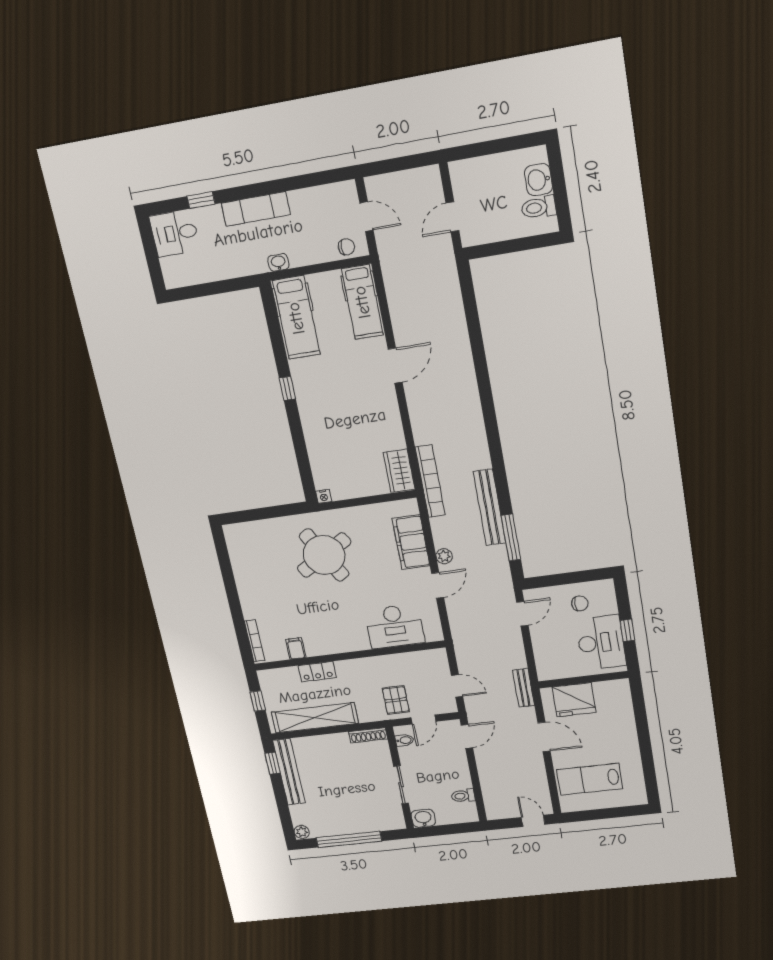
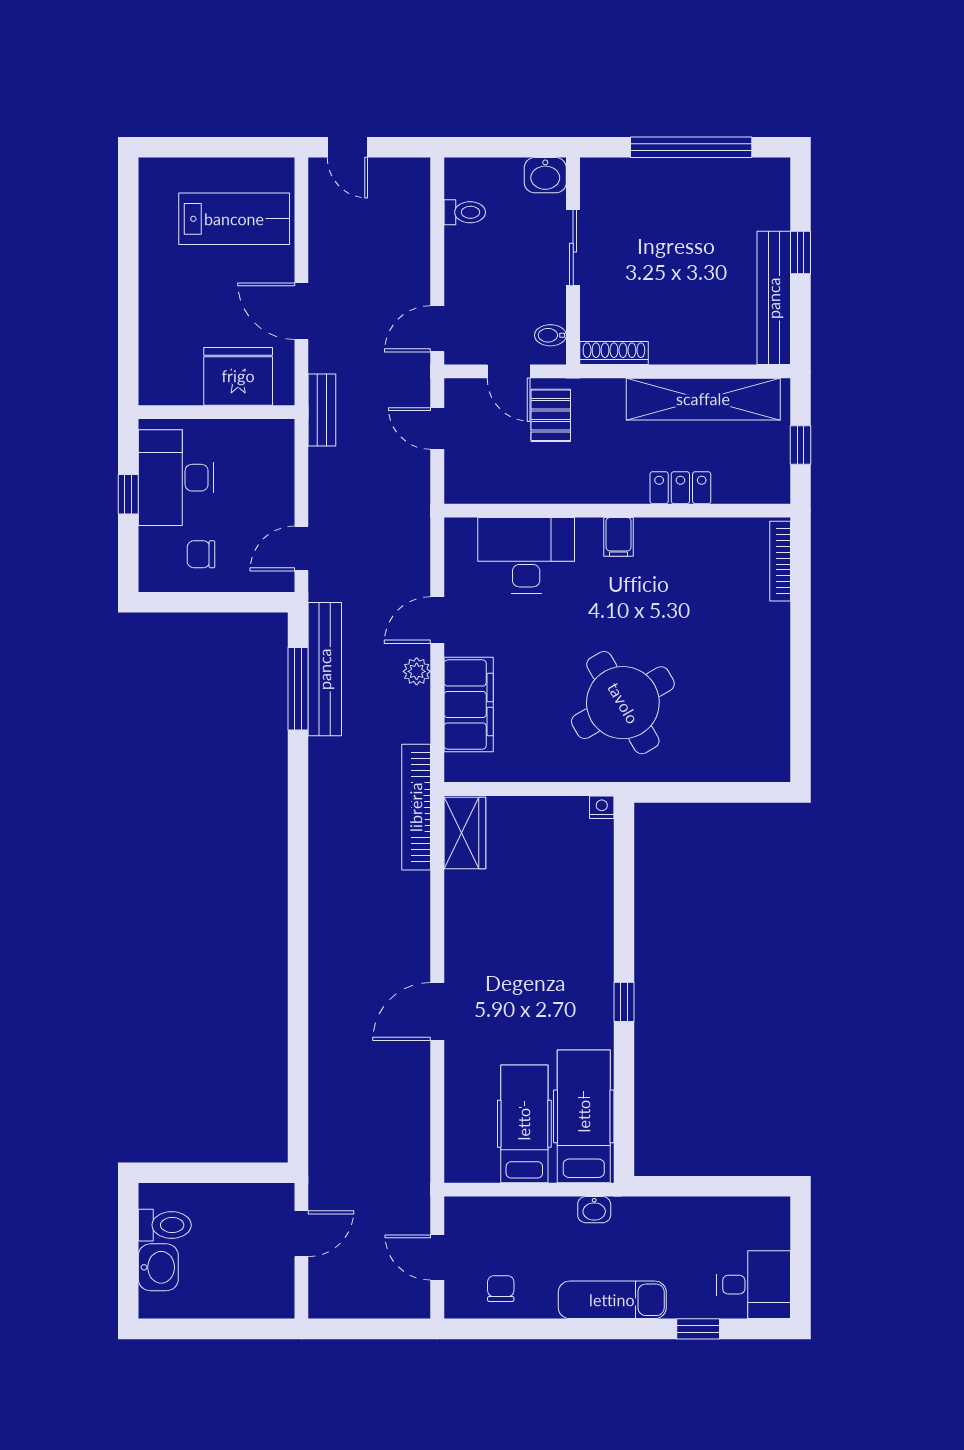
chair: (346, 247) -> (501, 1289), moved, turned 90
hospital bed: (362, 302) -> (524, 1124), moved
bench: (490, 507) -> (325, 669), moved
filing cabinet: (296, 648) -> (619, 537), moved
door: (423, 720) -> (509, 371), swing flipped
window: (272, 763) -> (801, 253), moved
plant: (302, 832) -> (776, 173), removed

